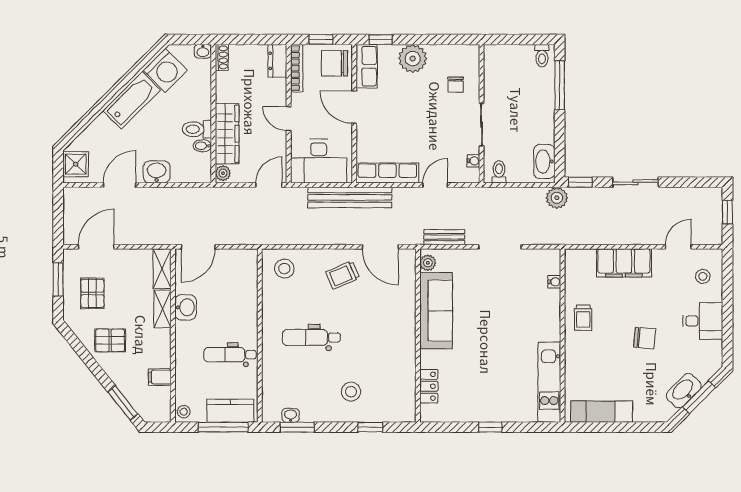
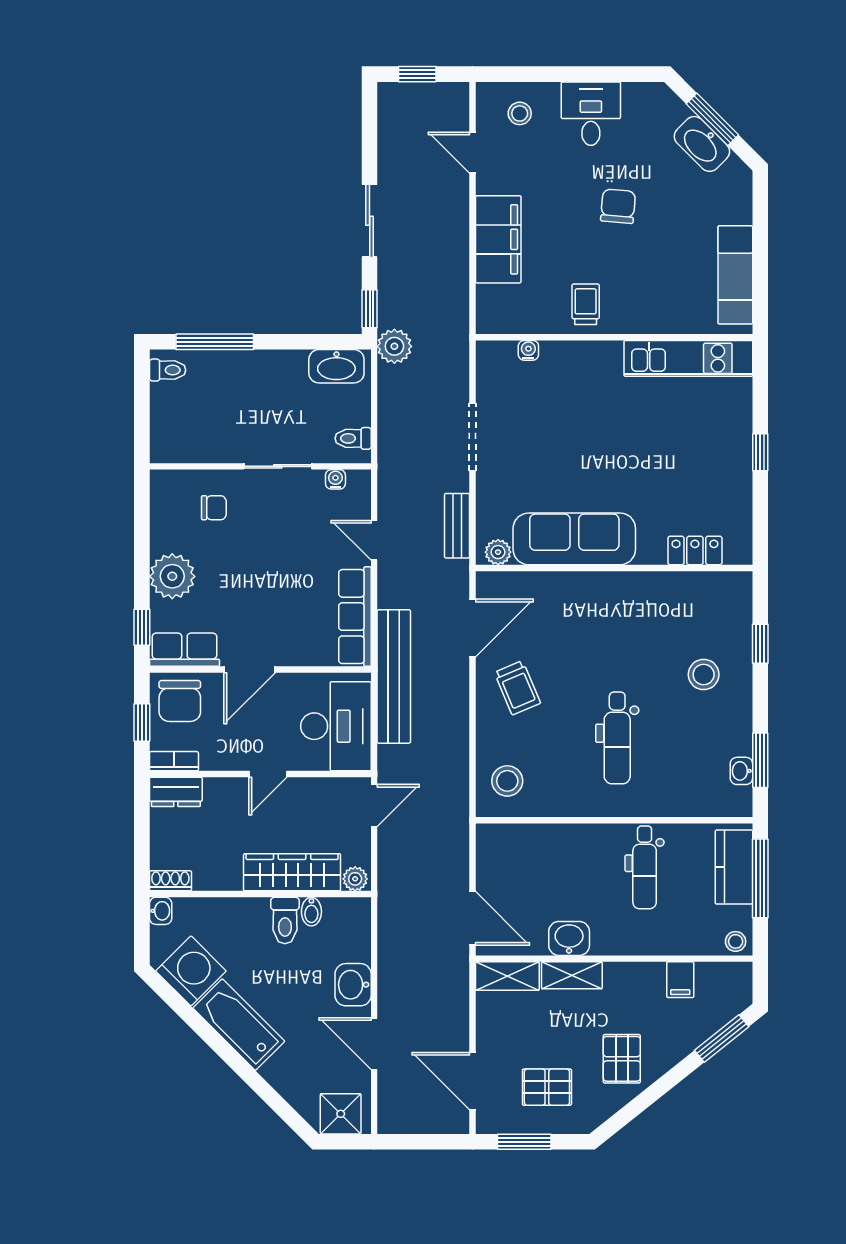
bookcase: (297, 68) -> (174, 761), width x0.64
door: (269, 185) -> (374, 805), swing flipped
trolley: (583, 318) -> (586, 304), turned -90

